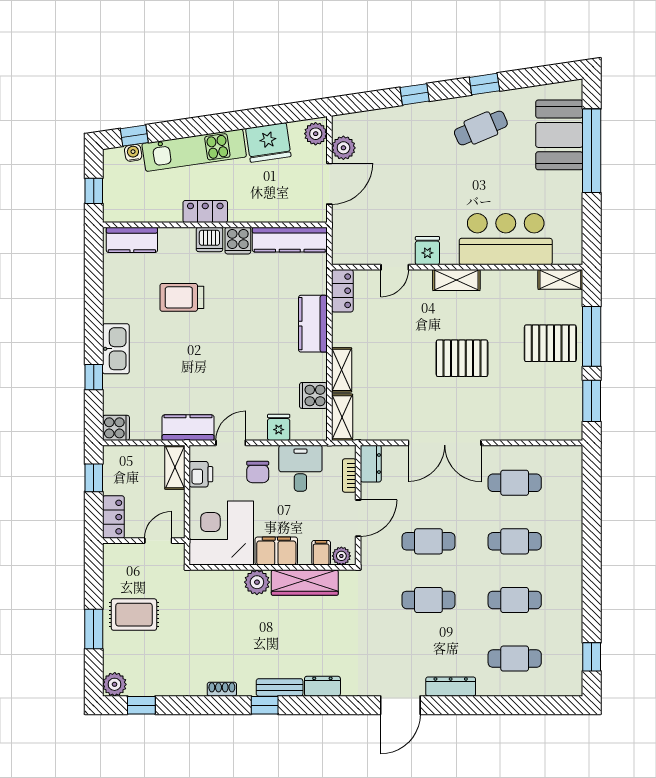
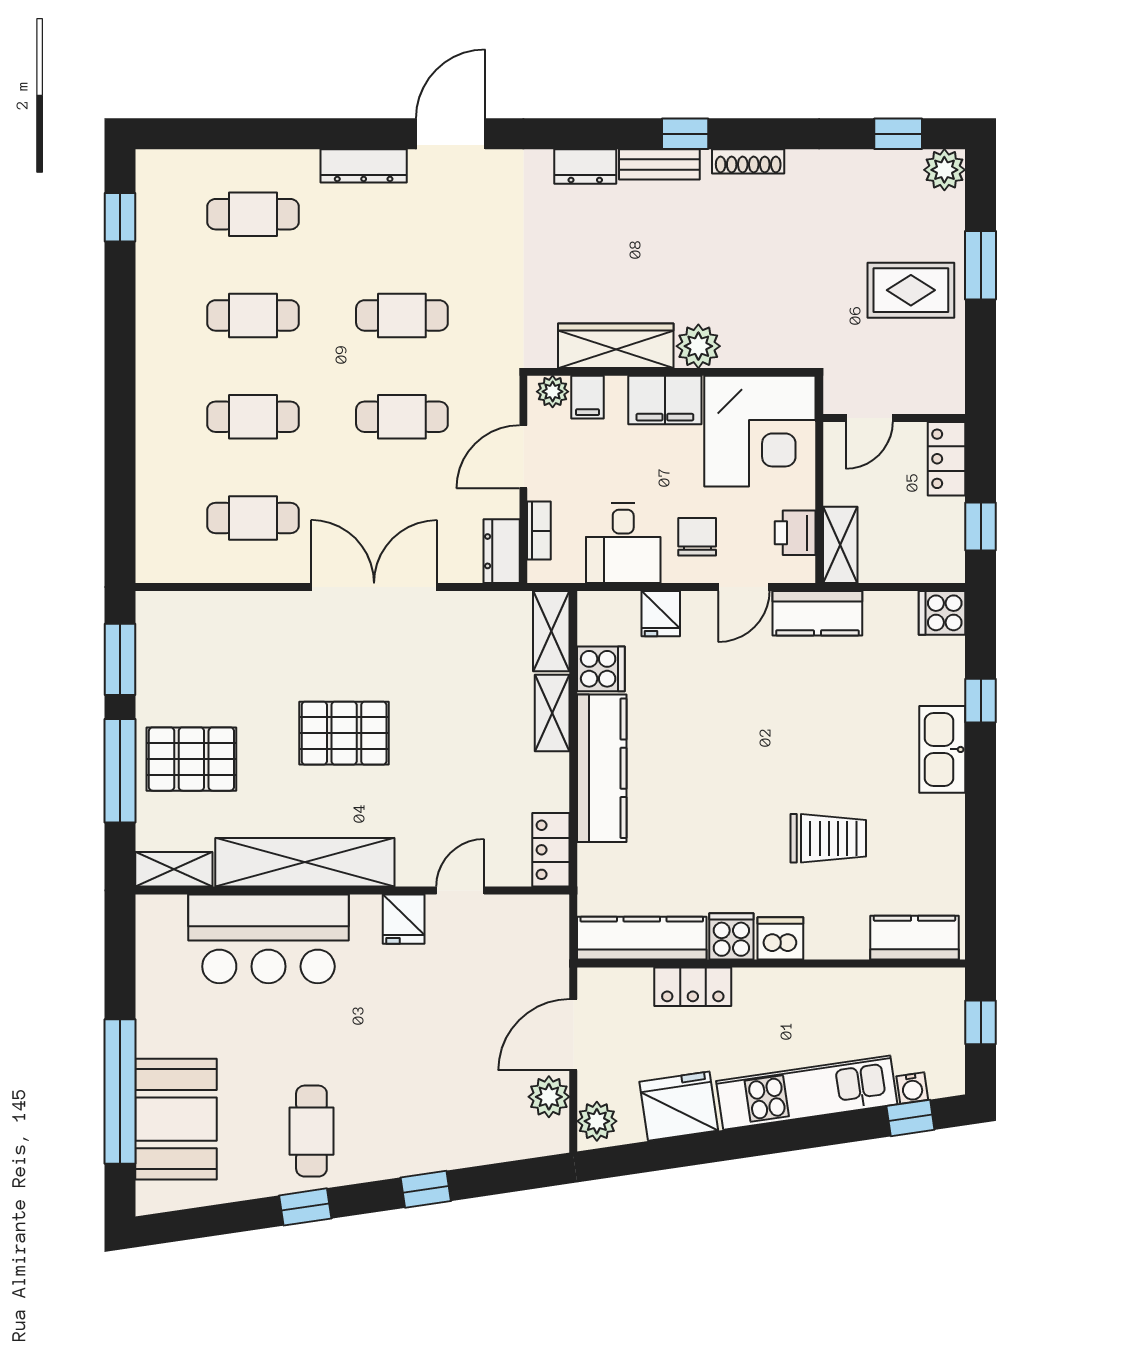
cafe table: (481, 128) -> (311, 1131), turned -67
locker: (205, 212) -> (693, 987), moved
shelving: (456, 280) -> (305, 862), width x2.20, depth x1.33
kitchen counter: (313, 324) -> (602, 768), width x1.50
shoe rack: (222, 689) -> (748, 161), width x1.43

